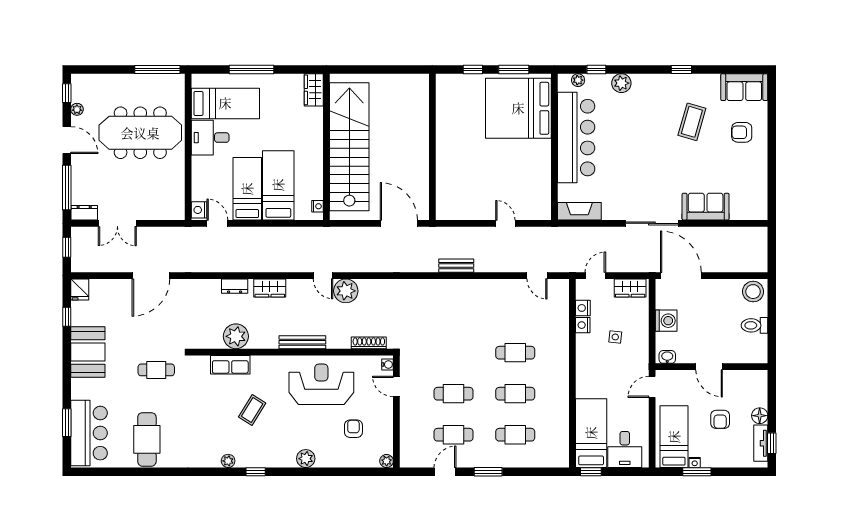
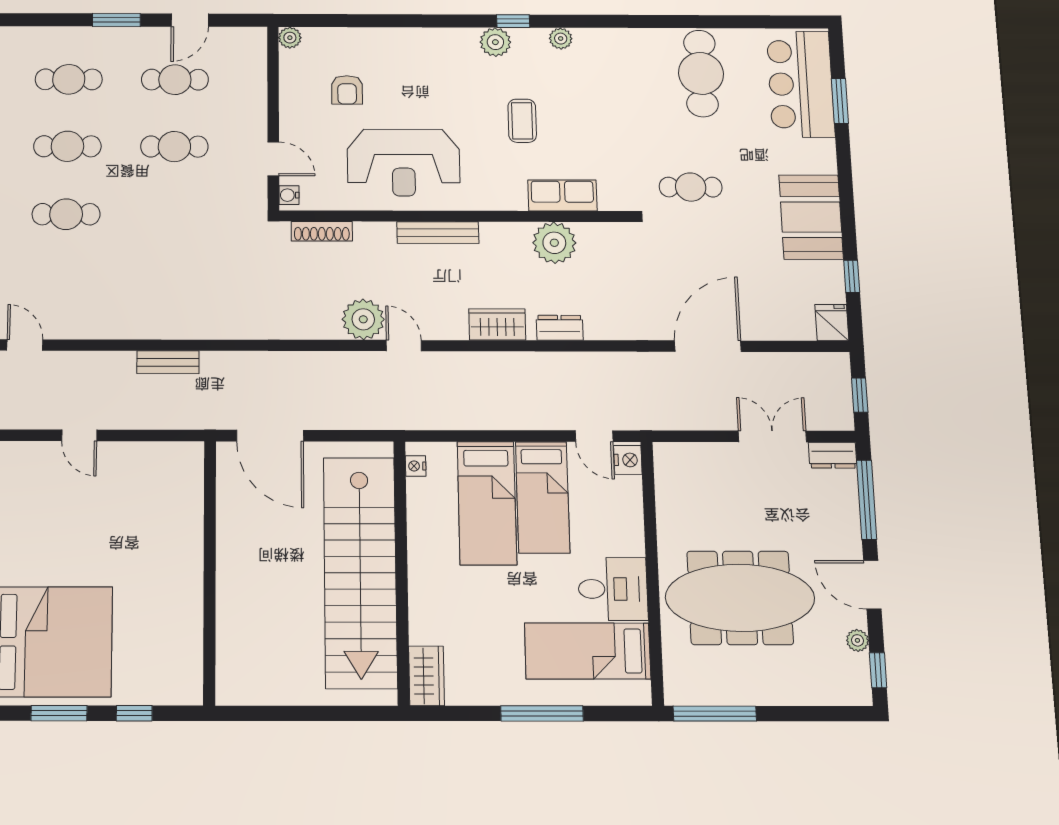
coffee table: (252, 410) -> (522, 121), turned -32
plant: (306, 459) -> (495, 42), moved

